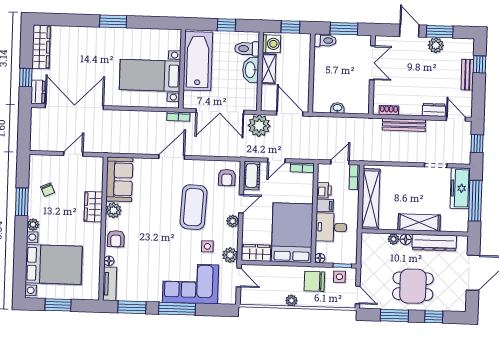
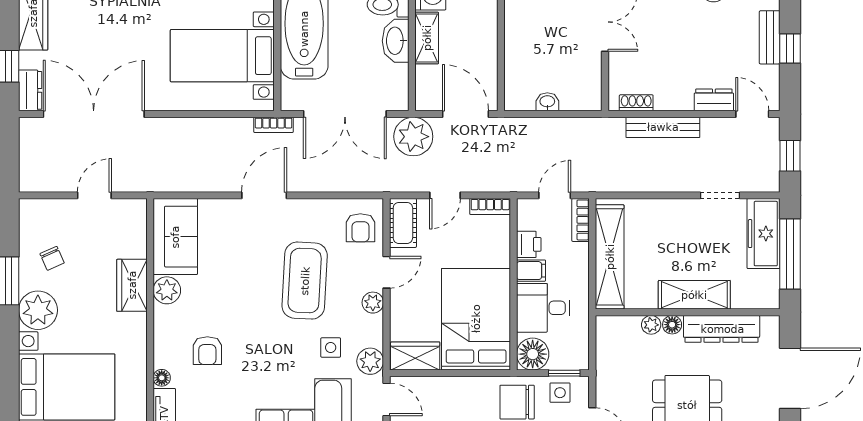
window: (480, 64) -> (790, 49), moved
plant: (33, 225) -> (38, 310), width x1.87, depth x1.87
armchair: (116, 239) -> (207, 351), moved
floor lamp: (320, 258) -> (533, 354), width x1.89, depth x1.89

